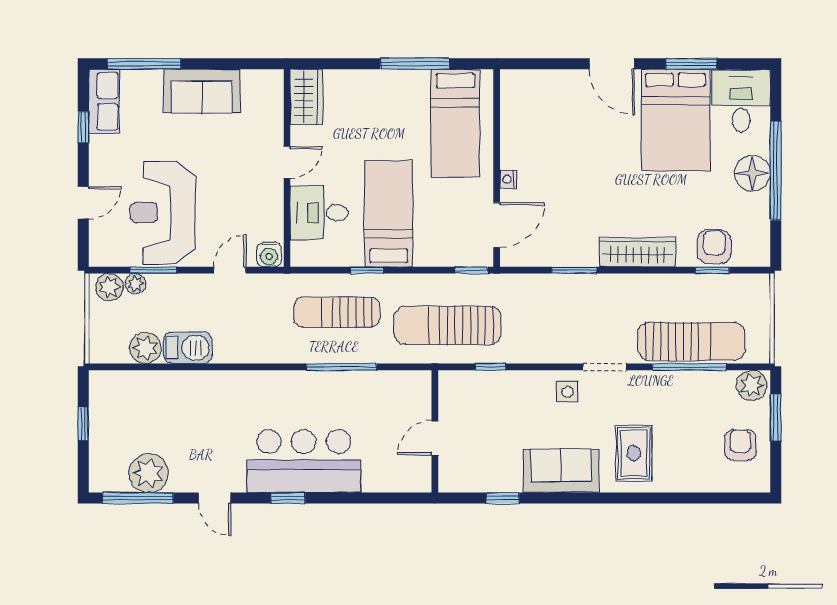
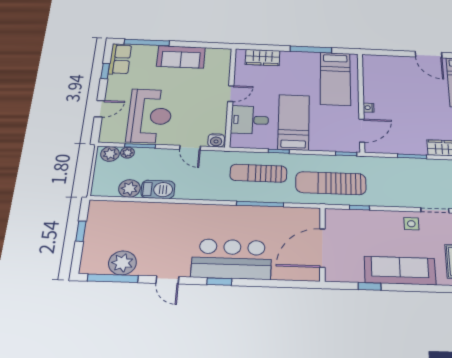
wardrobe: (306, 97) -> (263, 58), moved, turned 90
reception desk: (163, 213) -> (150, 116), turned 180
door: (230, 270) -> (190, 148), swing flipped
door: (435, 438) -> (322, 248), width x1.88
sofa: (561, 471) -> (400, 271), width x1.36

